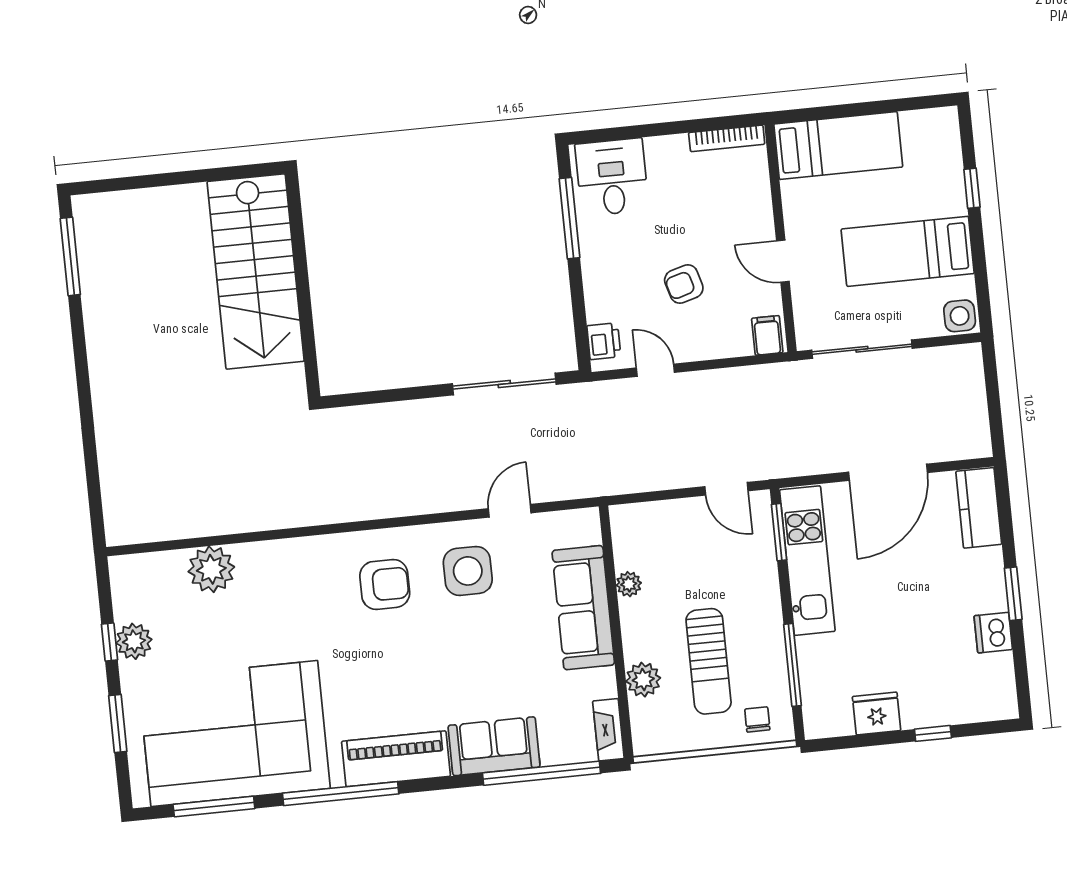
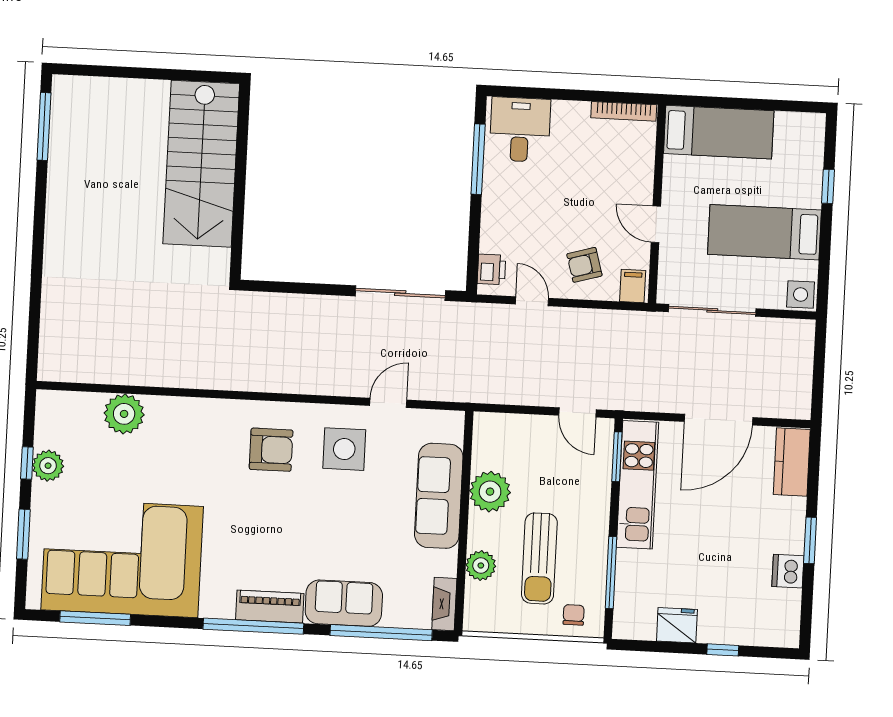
armchair: (684, 284) -> (584, 265), moved
plant: (629, 584) -> (490, 492), width x1.88, depth x1.88
piano: (396, 759) -> (270, 607), width x0.73, depth x0.75
window: (341, 794) -> (253, 626), moved

